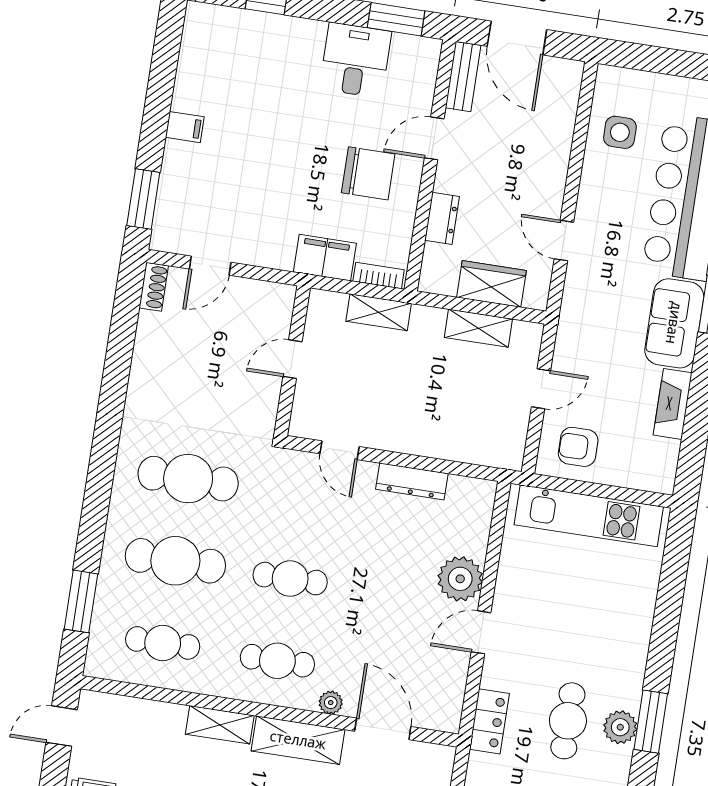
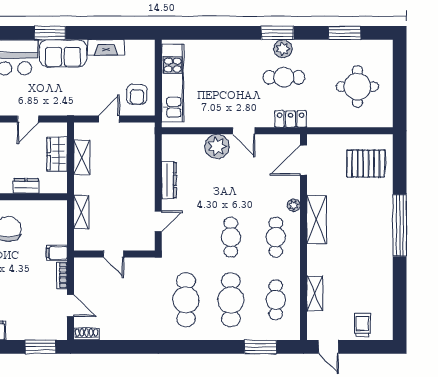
filing cabinet: (325, 258) -> (57, 253), width x0.50
bookcase: (379, 276) -> (62, 275), moved
door: (541, 389) -> (109, 119), hinge flipped
shelving: (220, 725) -> (315, 293), moved
door: (383, 729) -> (303, 160), moved

